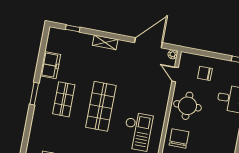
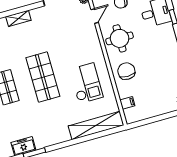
door: (175, 74) -> (95, 16), swing flipped

